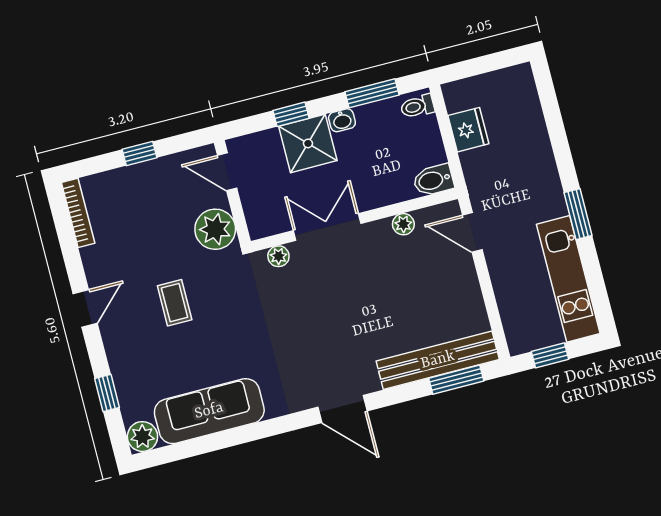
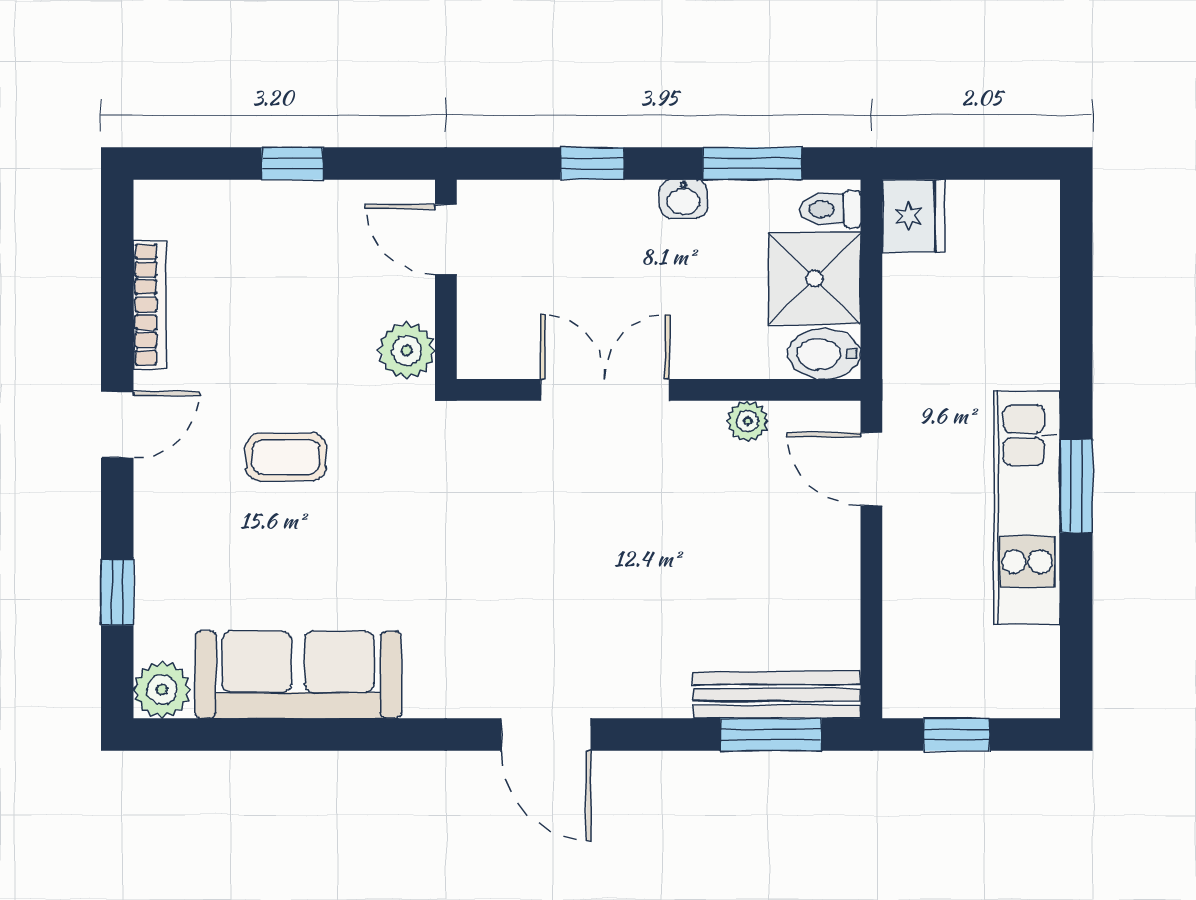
fridge: (468, 130) -> (913, 216), moved
shower: (308, 143) -> (815, 278), moved
bookcase: (78, 213) -> (150, 305), moved
plant: (215, 229) -> (407, 351), width x0.73, depth x0.73
plant: (278, 256) -> (501, 421), removed
kitchen unit: (568, 279) -> (1027, 508), moved
coffee table: (175, 303) -> (286, 457), turned 90
bench: (438, 360) -> (777, 695), width x0.73, depth x0.82

